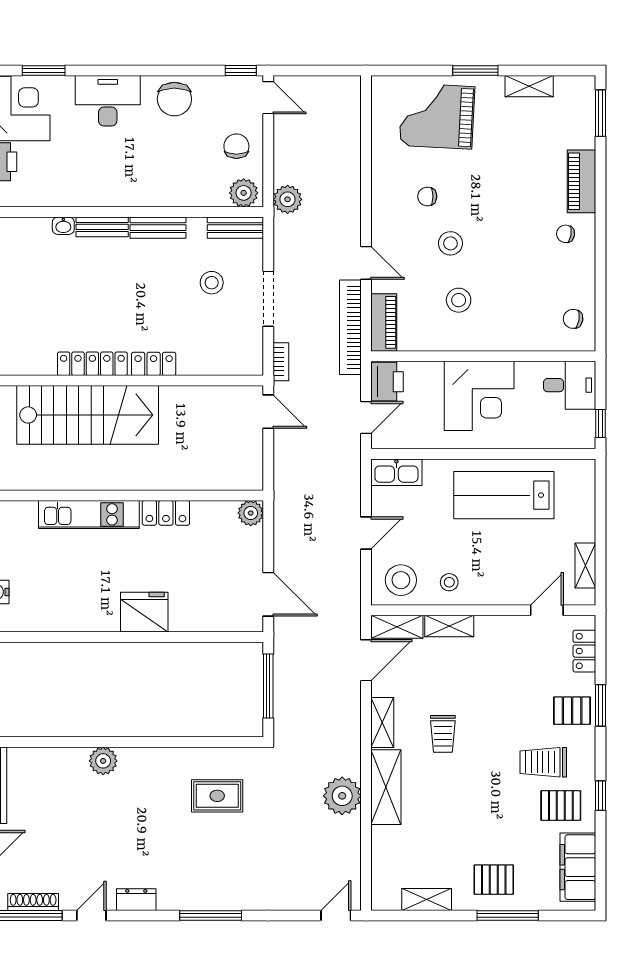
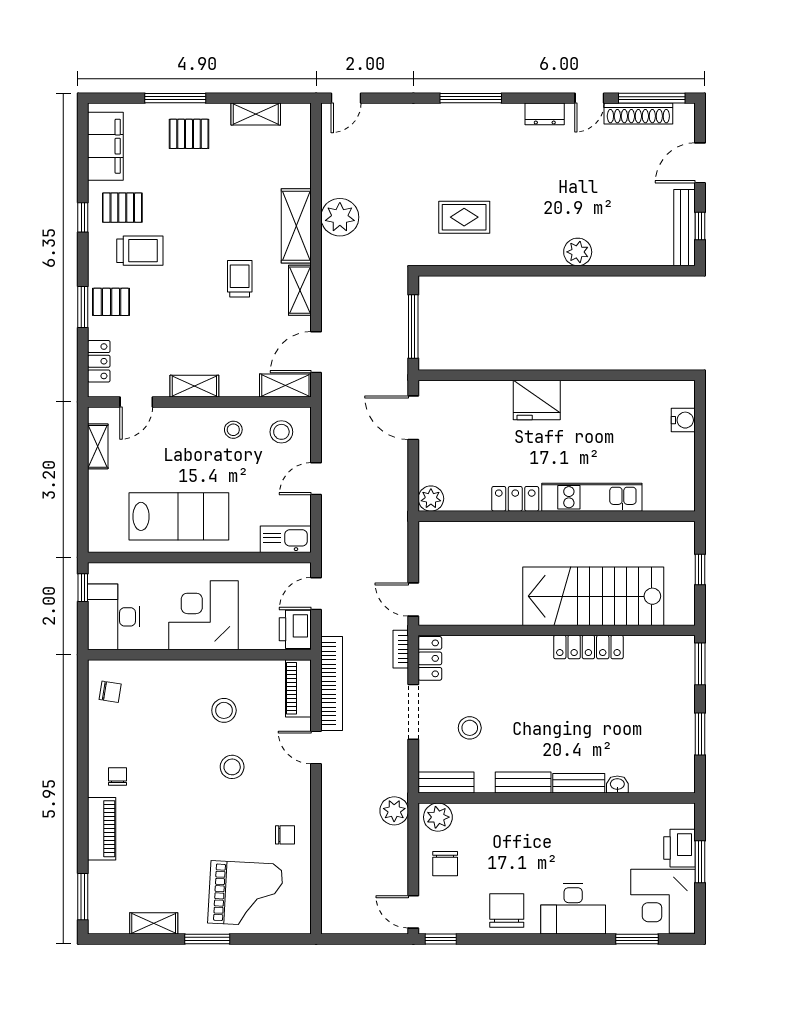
chair: (427, 196) -> (285, 835), moved
chair: (566, 234) -> (118, 776), turned -100
locker: (154, 364) -> (430, 658), moved, turned -90
desk: (570, 385) -> (114, 617), width x1.37
stool: (401, 580) -> (281, 432), width x0.73, depth x0.73
shelving: (449, 626) -> (194, 386), moved
shoe rack: (33, 902) -> (638, 114), width x1.36, depth x1.24

